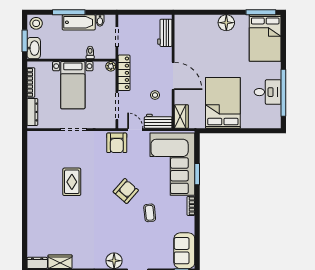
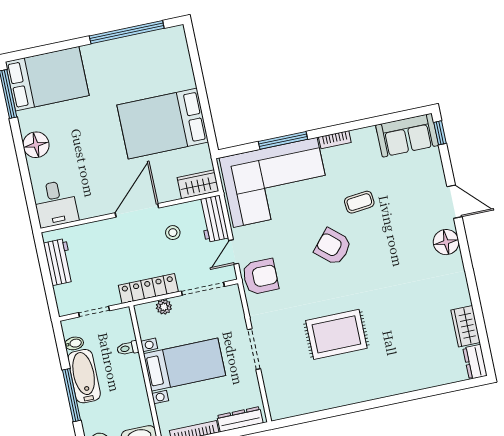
workbench: (165, 33) -> (59, 262), moved, turned -90
plant: (111, 66) -> (164, 307), moved
desk: (268, 92) -> (55, 204), moved, turned 180
window: (197, 174) -> (283, 140), width x1.44
rug: (72, 182) -> (336, 334), width x1.36, depth x1.43

